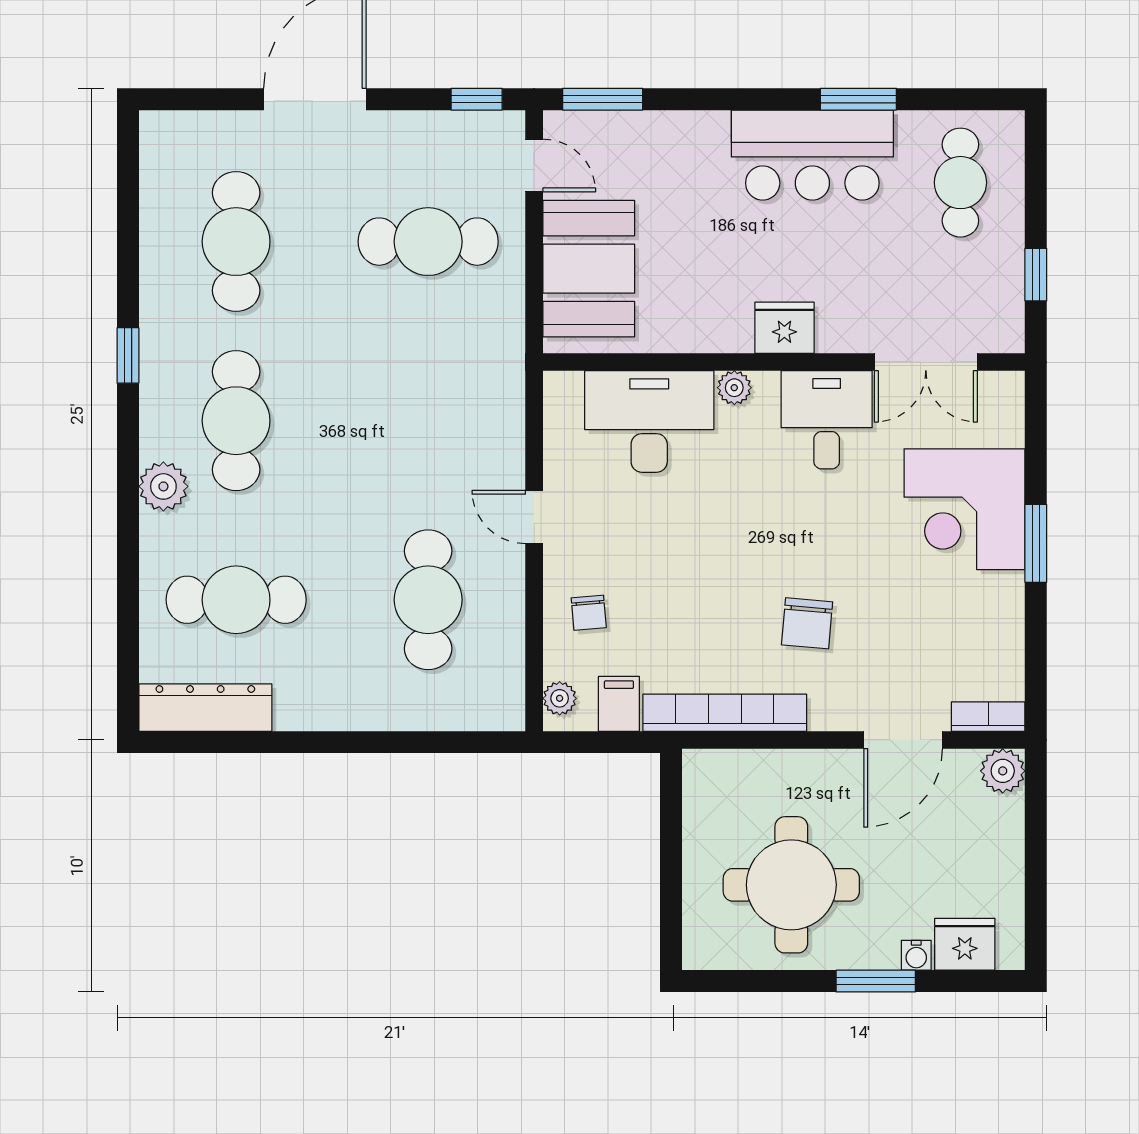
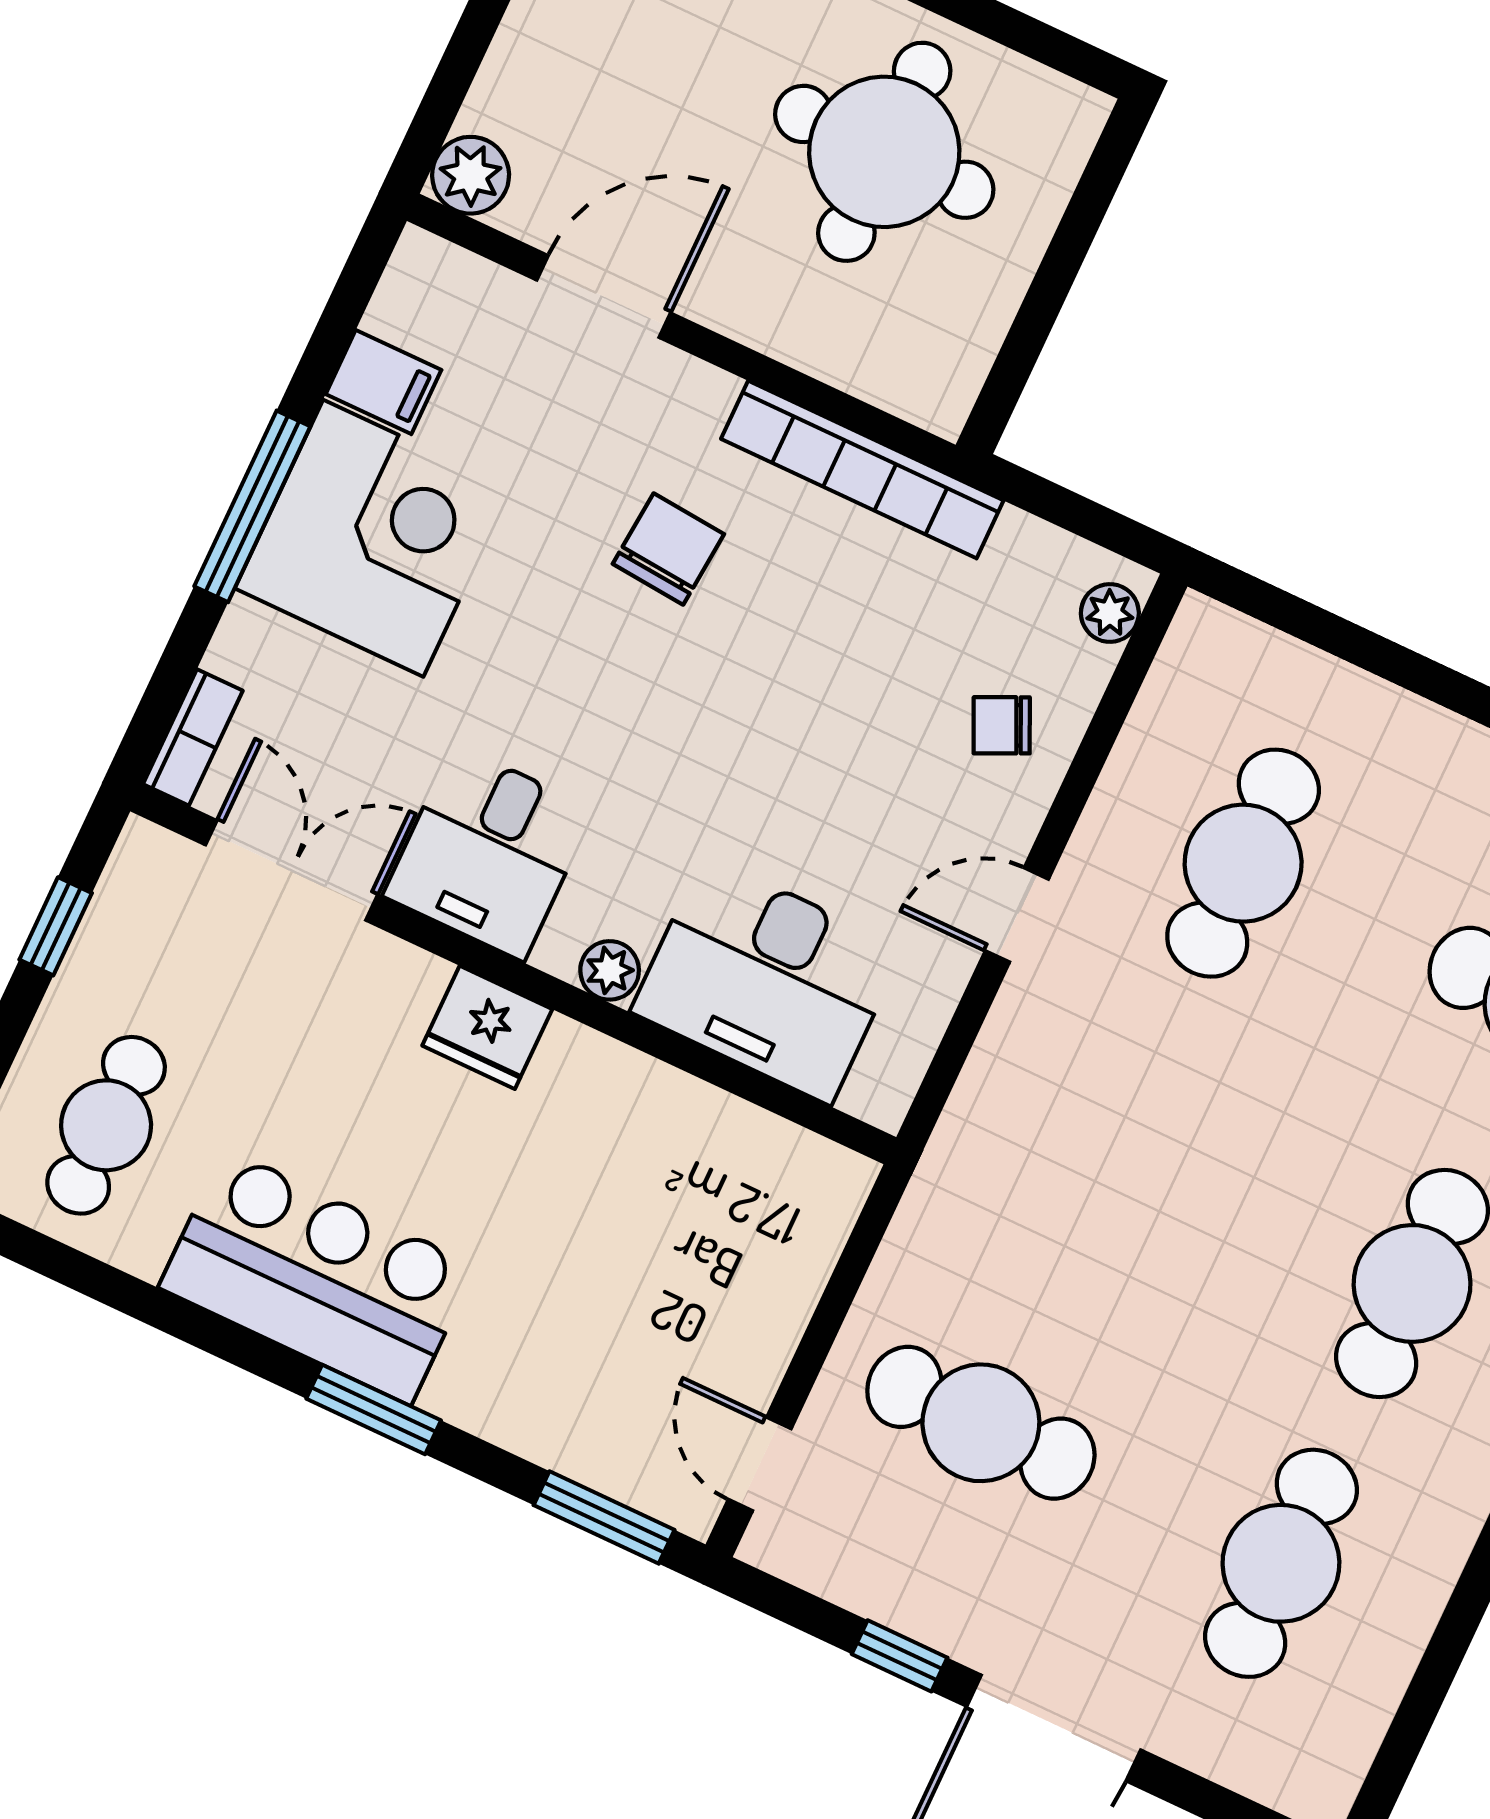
window: (477, 99) -> (900, 1656), moved
window: (858, 99) -> (374, 1409), moved
booth: (589, 269) -> (750, 1263), removed
corner desk: (965, 509) -> (373, 538), moved
door: (534, 517) -> (1017, 915), swing flipped
window: (1036, 543) -> (252, 506), width x1.44
chair: (589, 613) -> (1002, 725), turned -110
filing cabinet: (619, 704) -> (384, 382), moved, turned -90
bookcase: (988, 717) -> (193, 737), moved, turned -90

